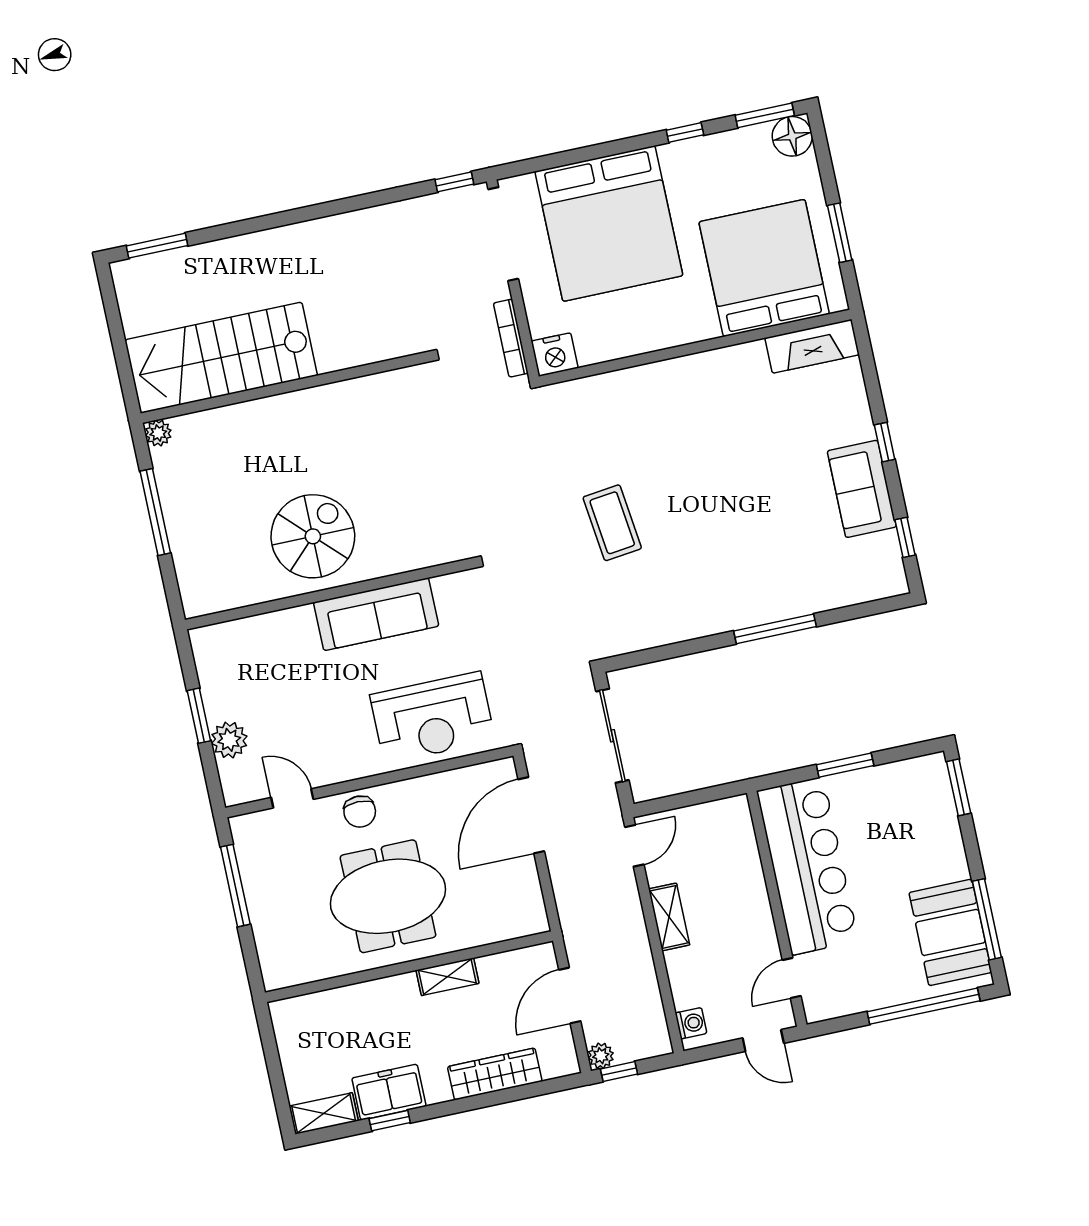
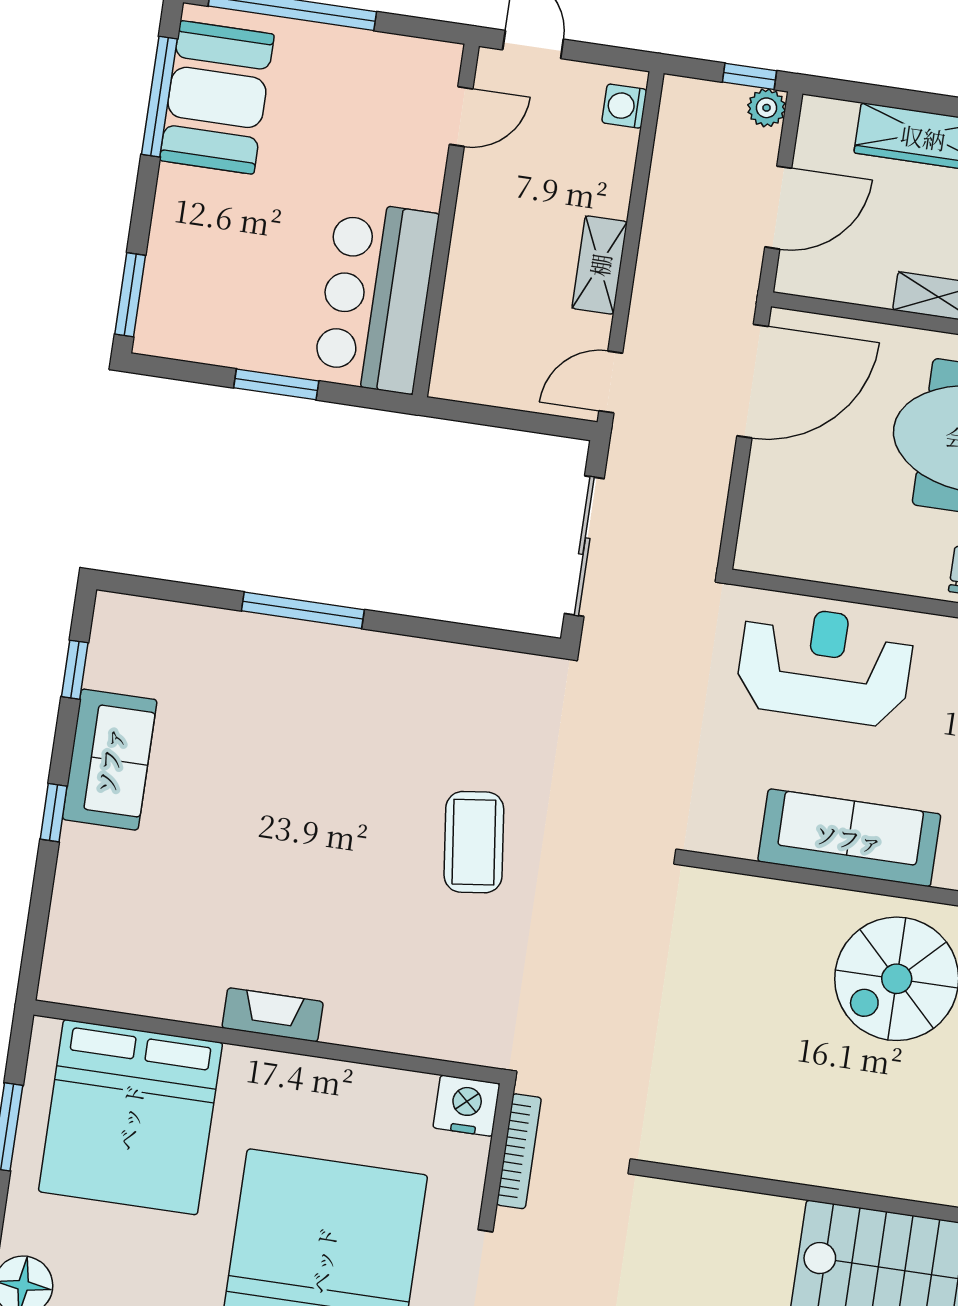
fireplace: (812, 346) -> (273, 1015), moved, width x0.73, depth x0.76
door: (531, 815) -> (753, 381), moved
bar counter: (808, 866) -> (376, 297), width x0.73

